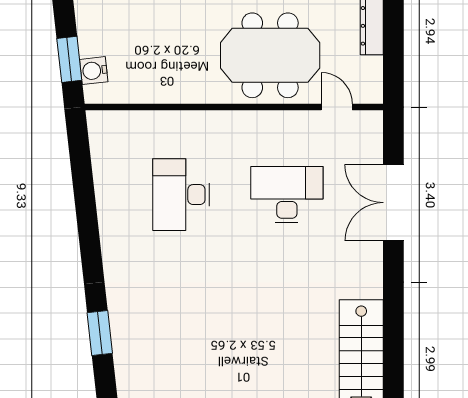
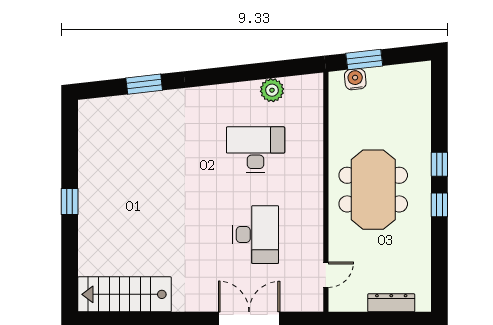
meeting table: (270, 55) -> (373, 190), moved
plant: (107, 174) -> (272, 90), added

